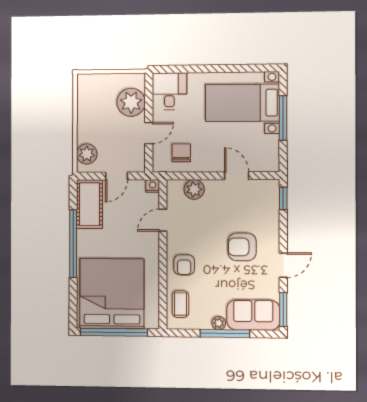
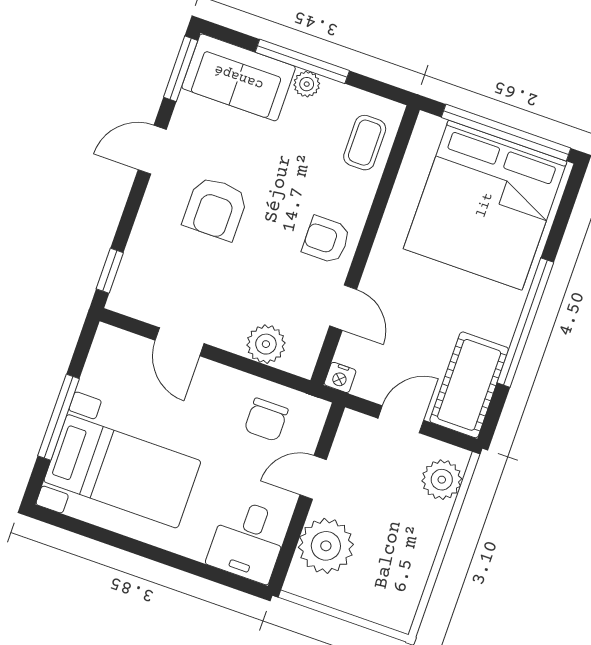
door: (163, 220) -> (343, 308), hinge flipped
armchair: (242, 247) -> (215, 208), turned 90
armchair: (184, 265) -> (326, 240), moved, turned -90

